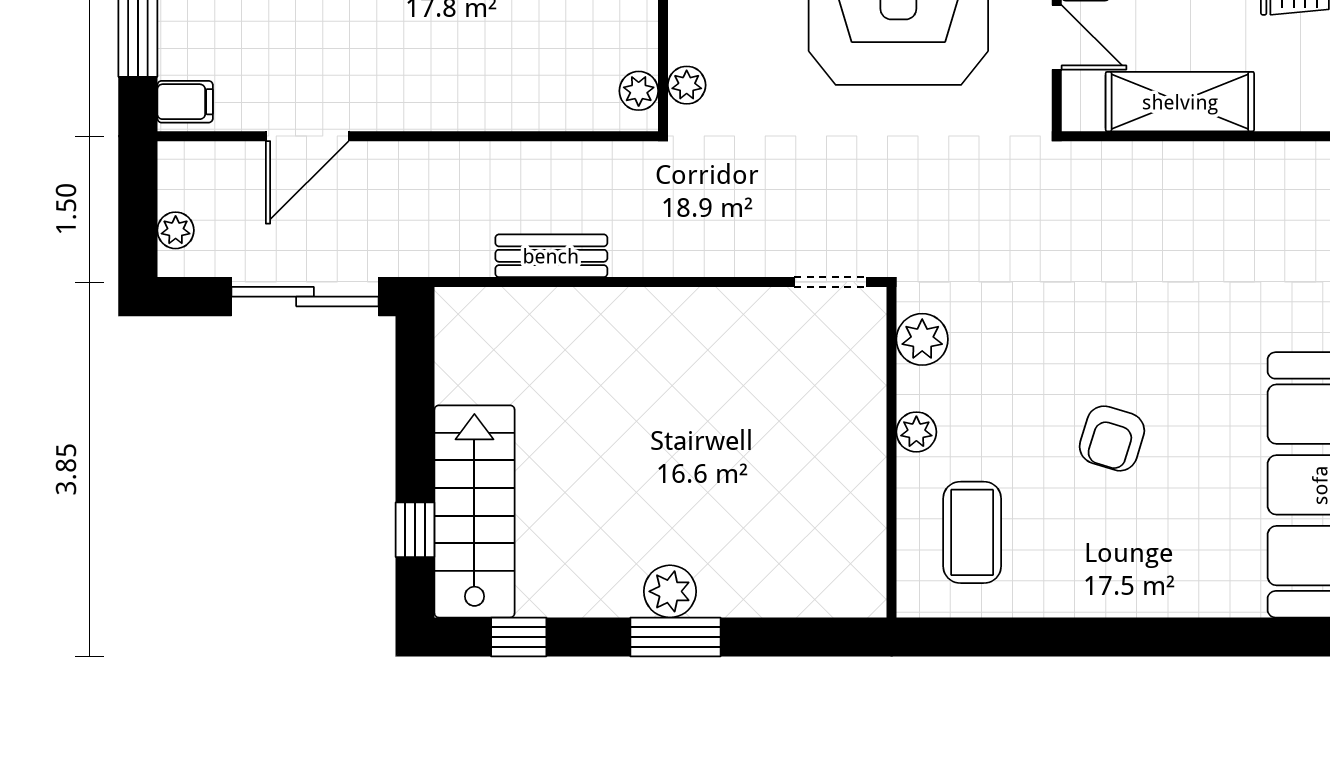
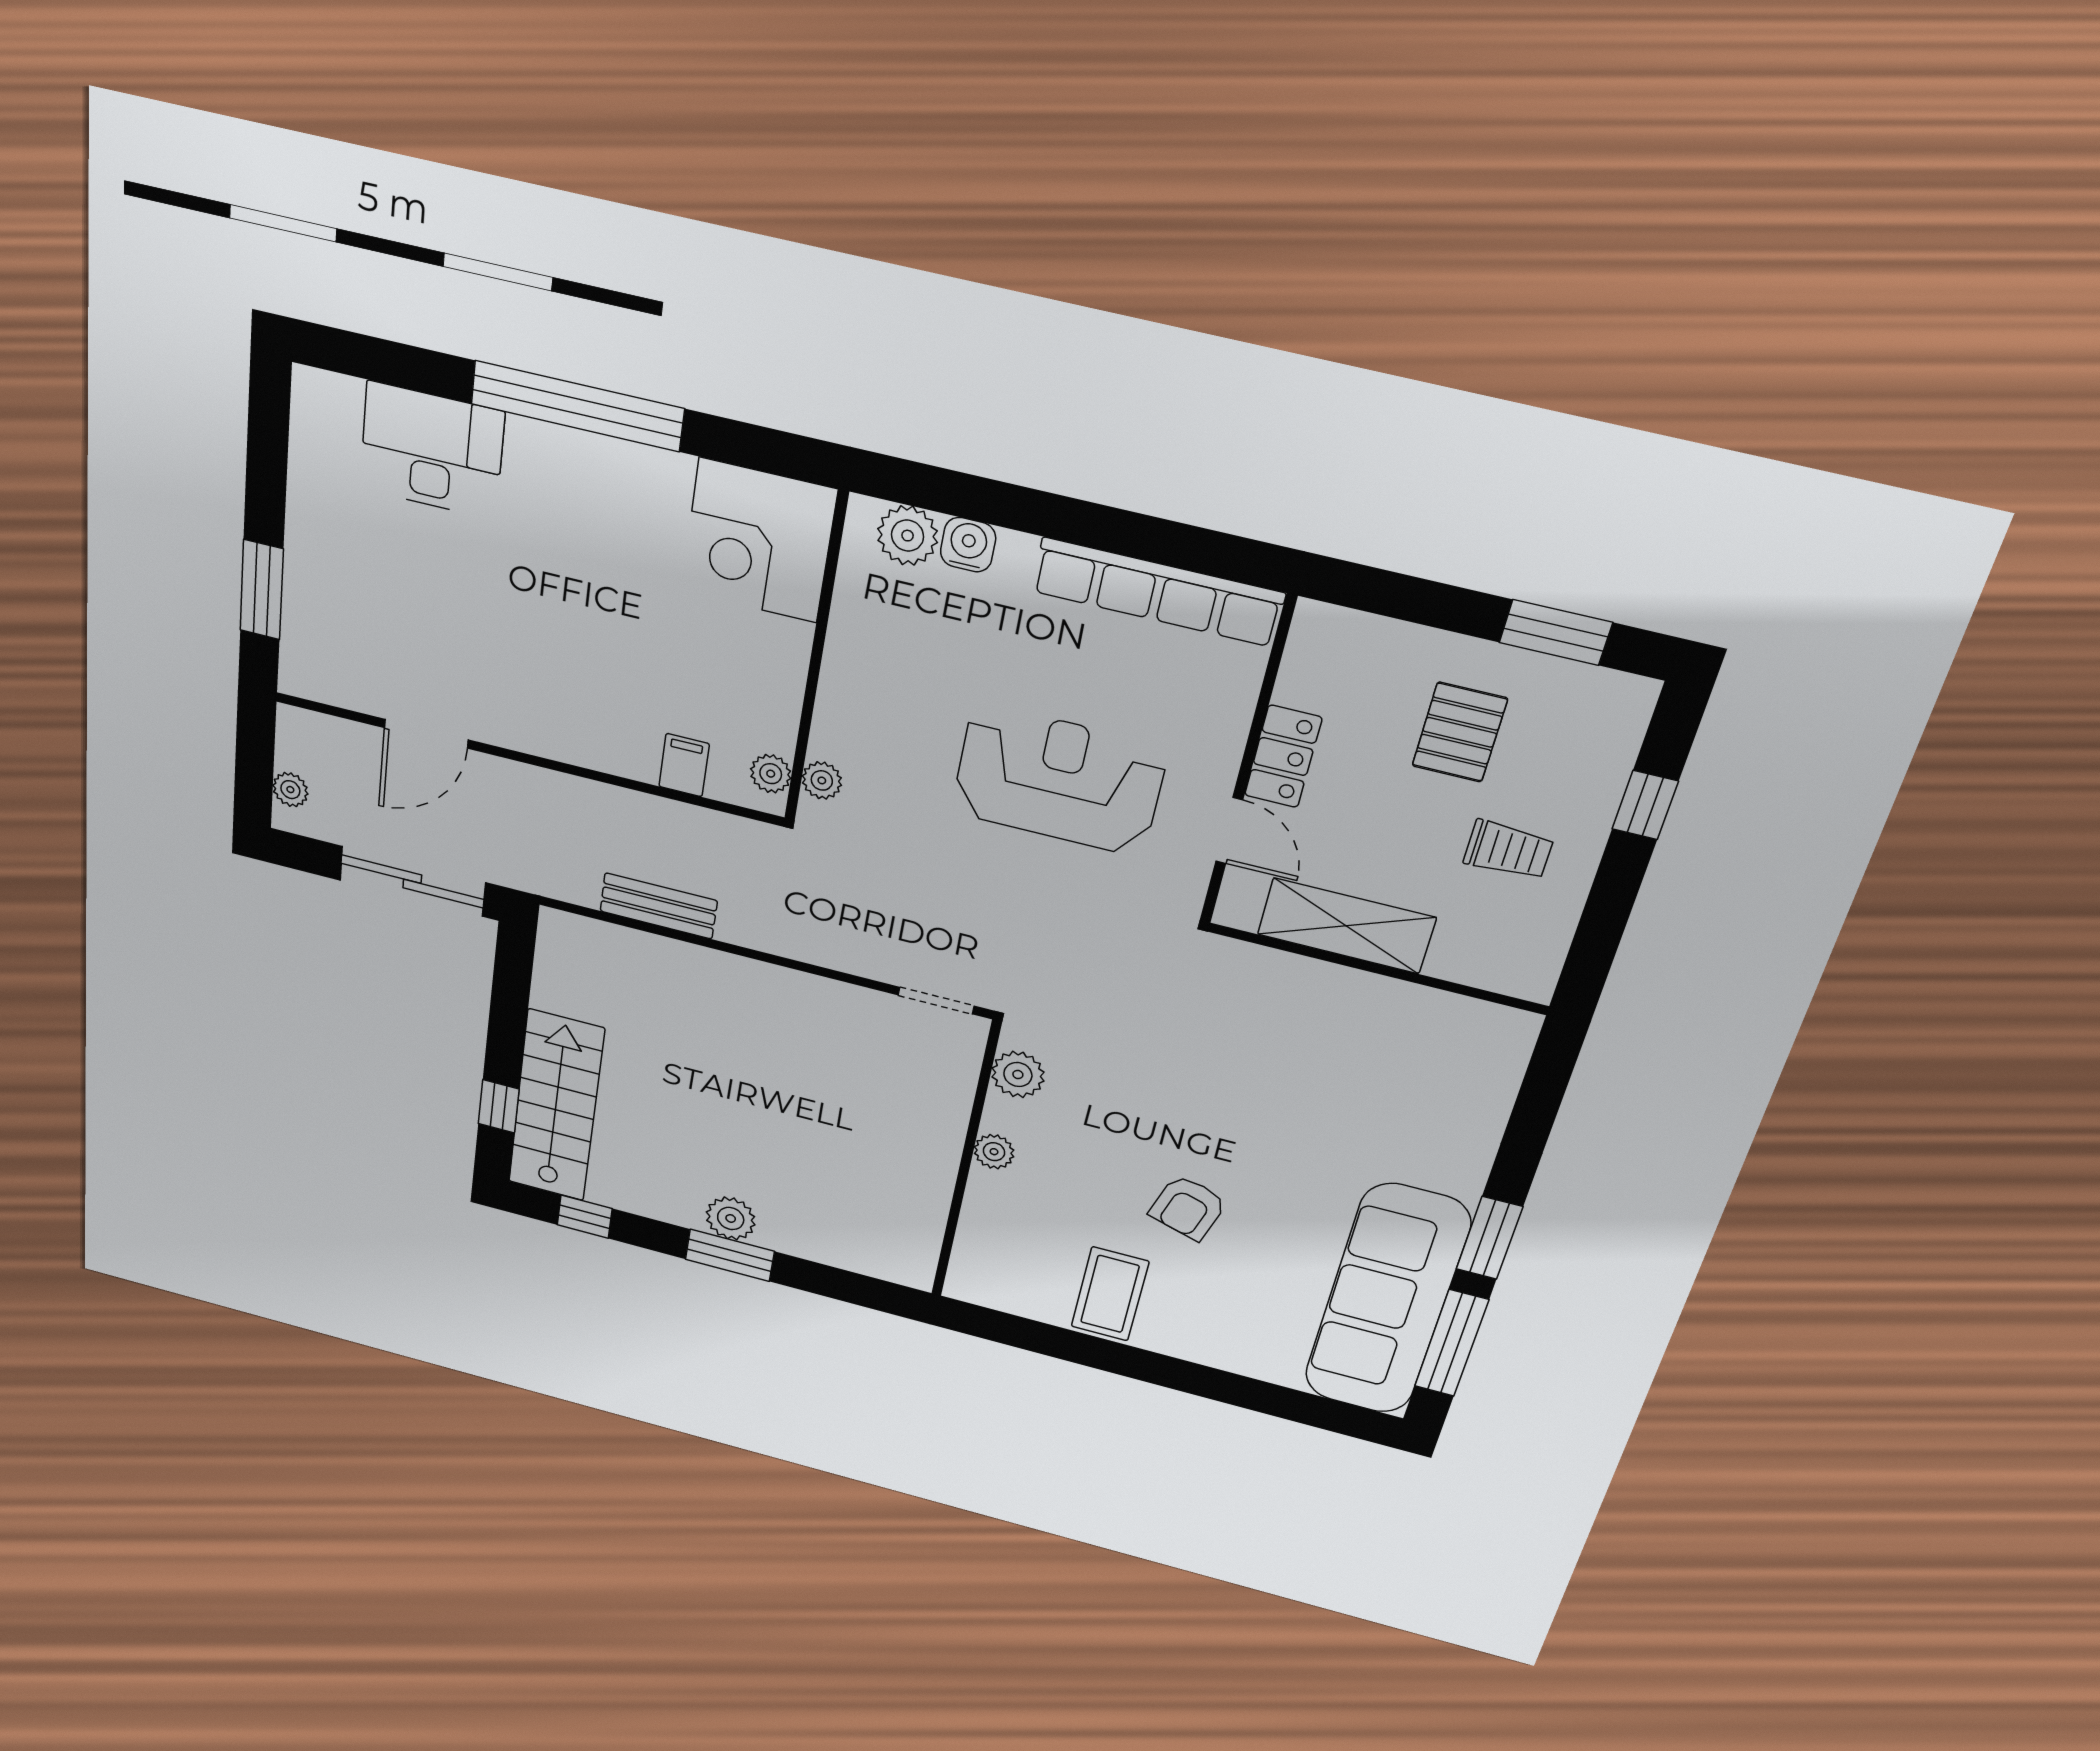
filing cabinet: (185, 102) -> (684, 765), moved, turned -90
coffee table: (972, 532) -> (1110, 1294), moved

